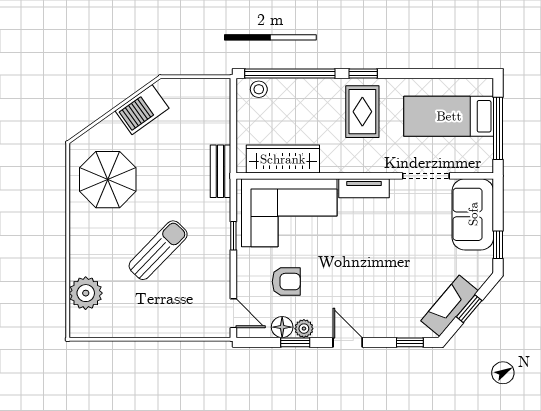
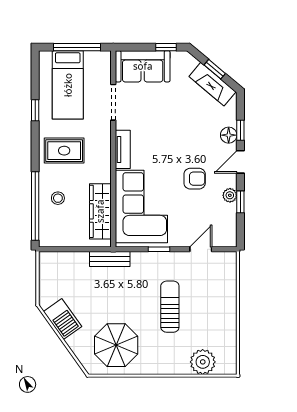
window: (363, 73) -> (35, 110), moved
stool: (259, 89) -> (58, 198), moved
sun lounger: (158, 250) -> (170, 307), turned 46
armchair: (286, 282) -> (195, 179), moved, turned 90
door: (233, 313) -> (201, 249), moved
floor lamp: (282, 327) -> (229, 135), moved
window: (410, 342) -> (240, 130), moved

